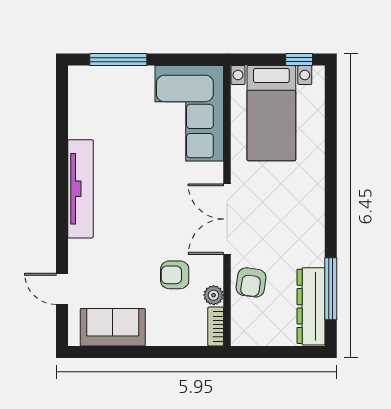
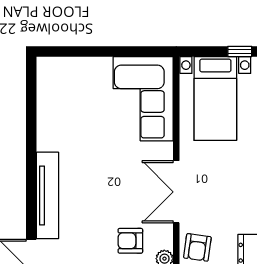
window: (118, 60) -> (81, 52), removed
tv unit: (80, 189) -> (48, 195), moved

